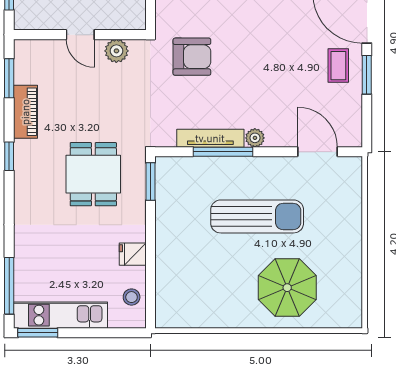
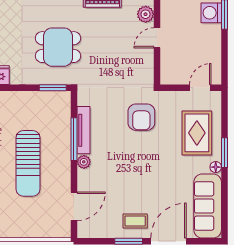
plant: (116, 51) -> (146, 14), moved

